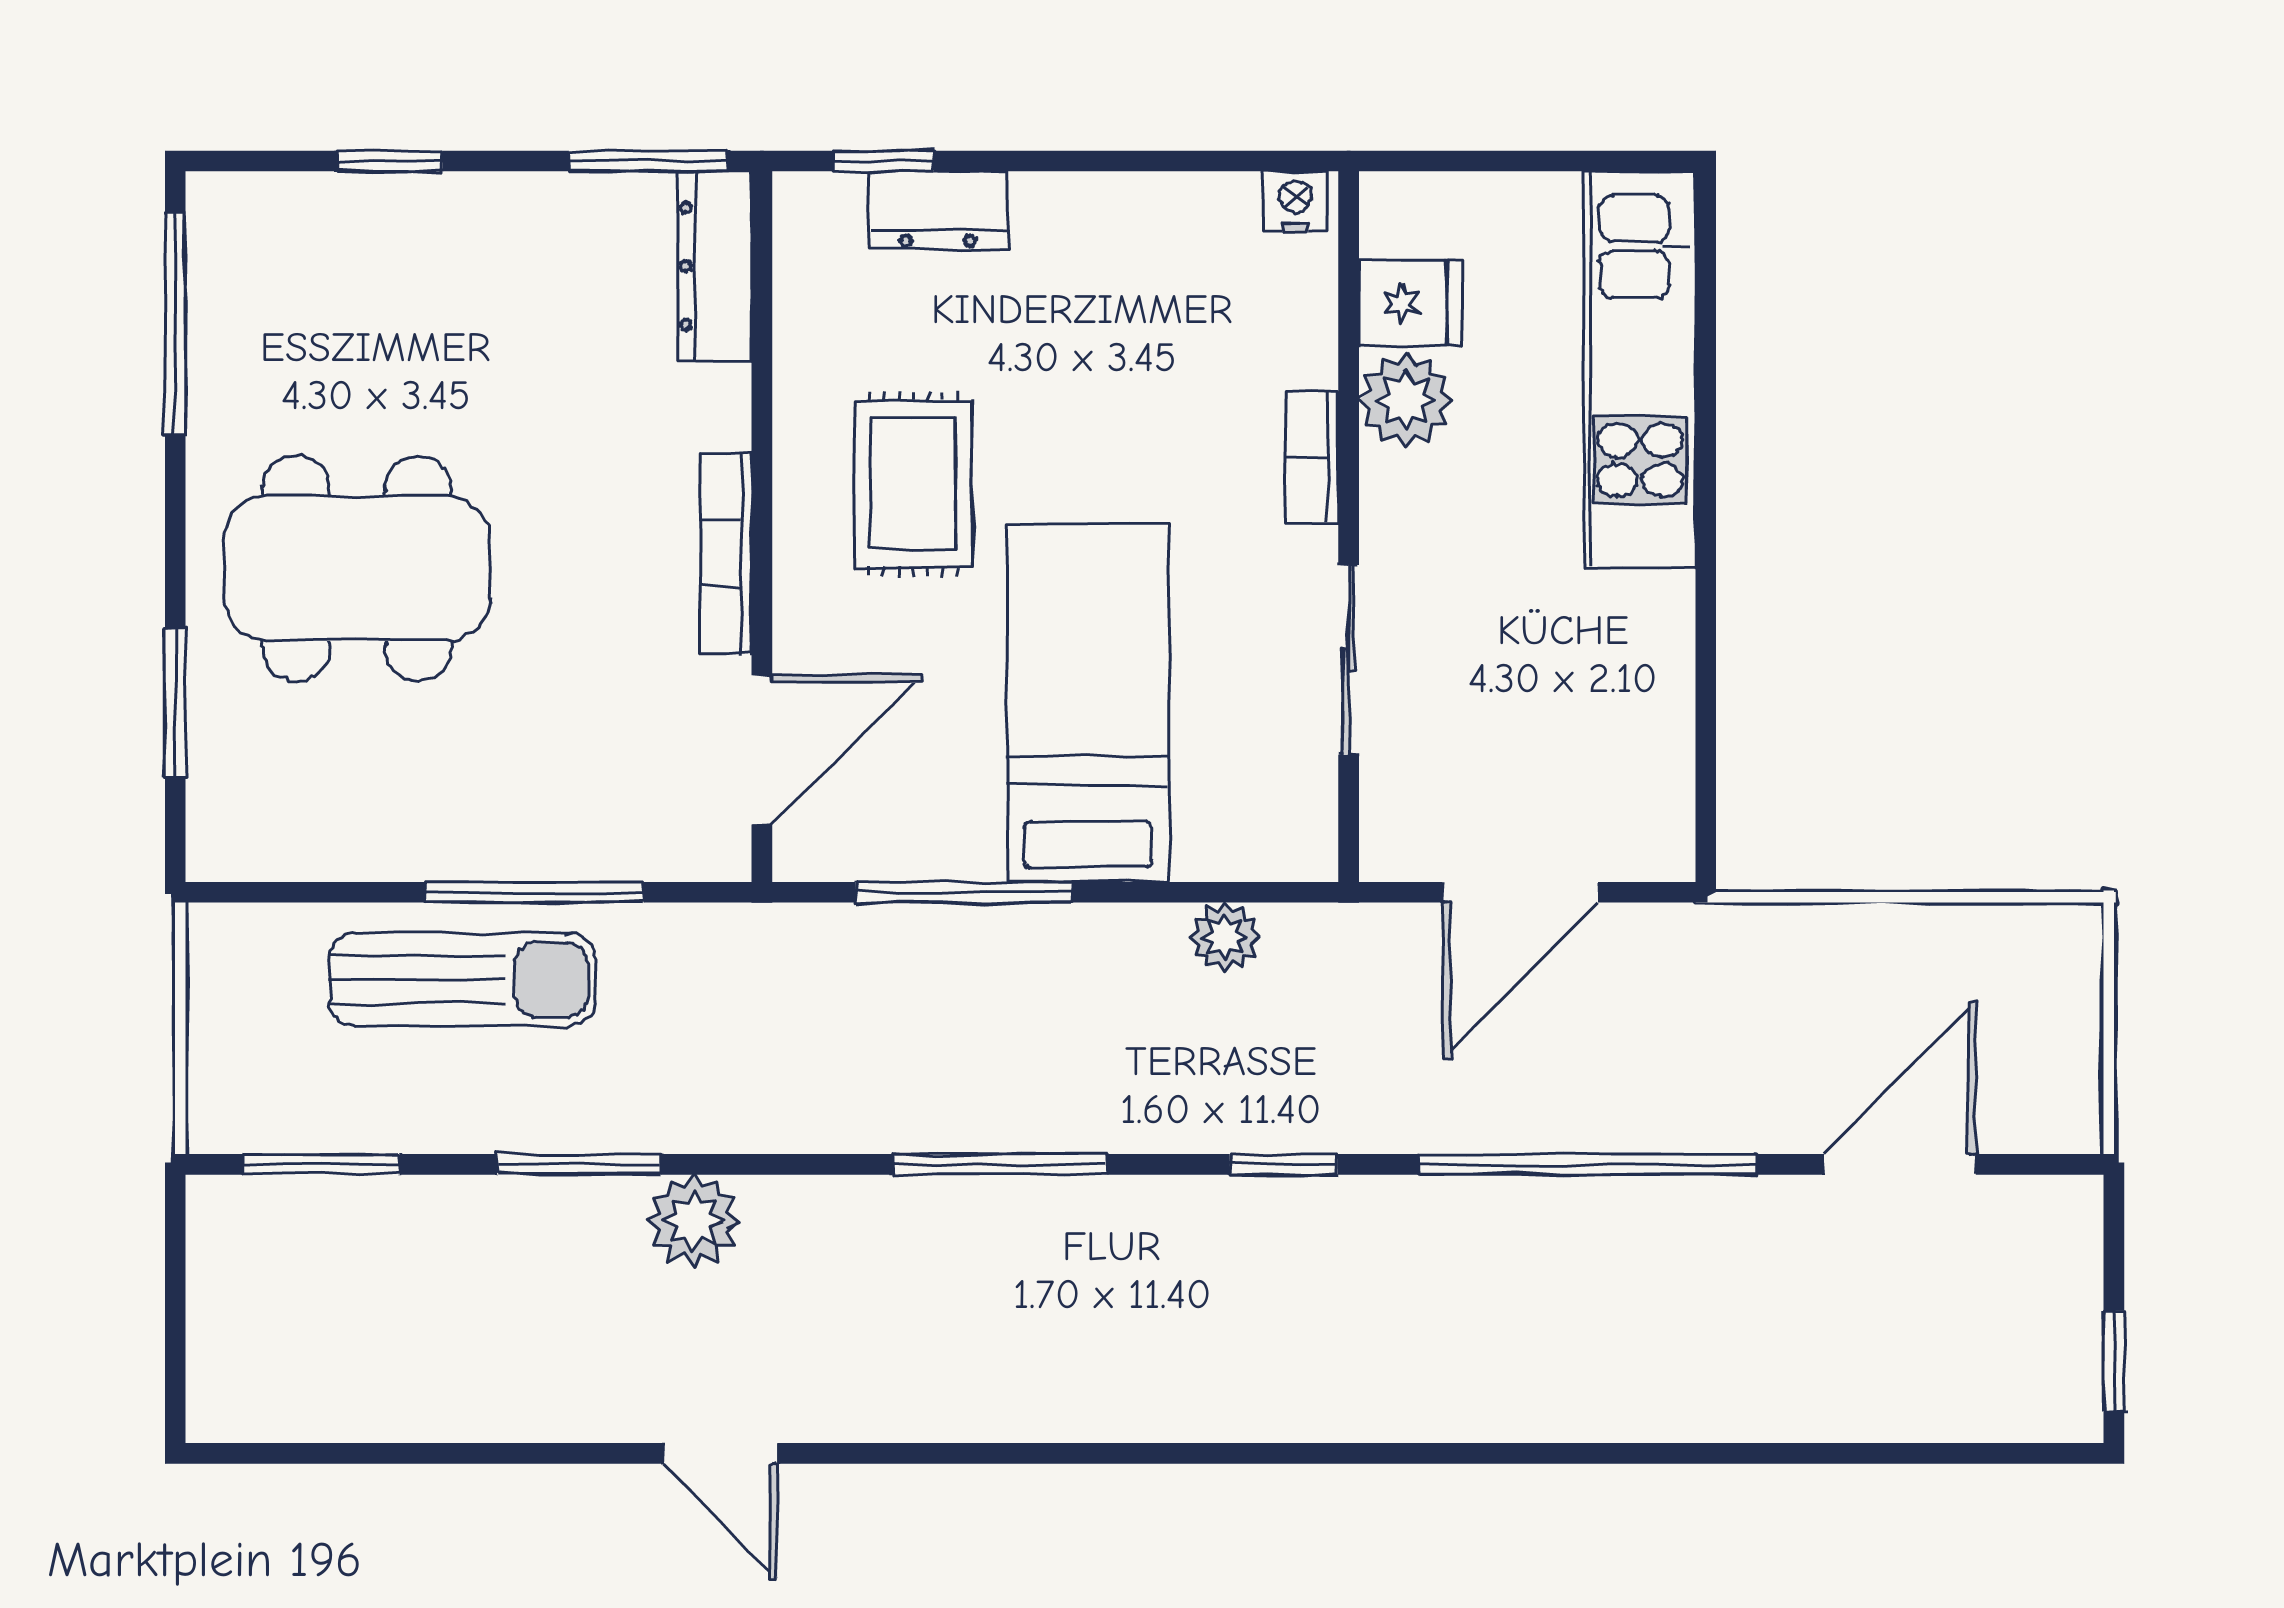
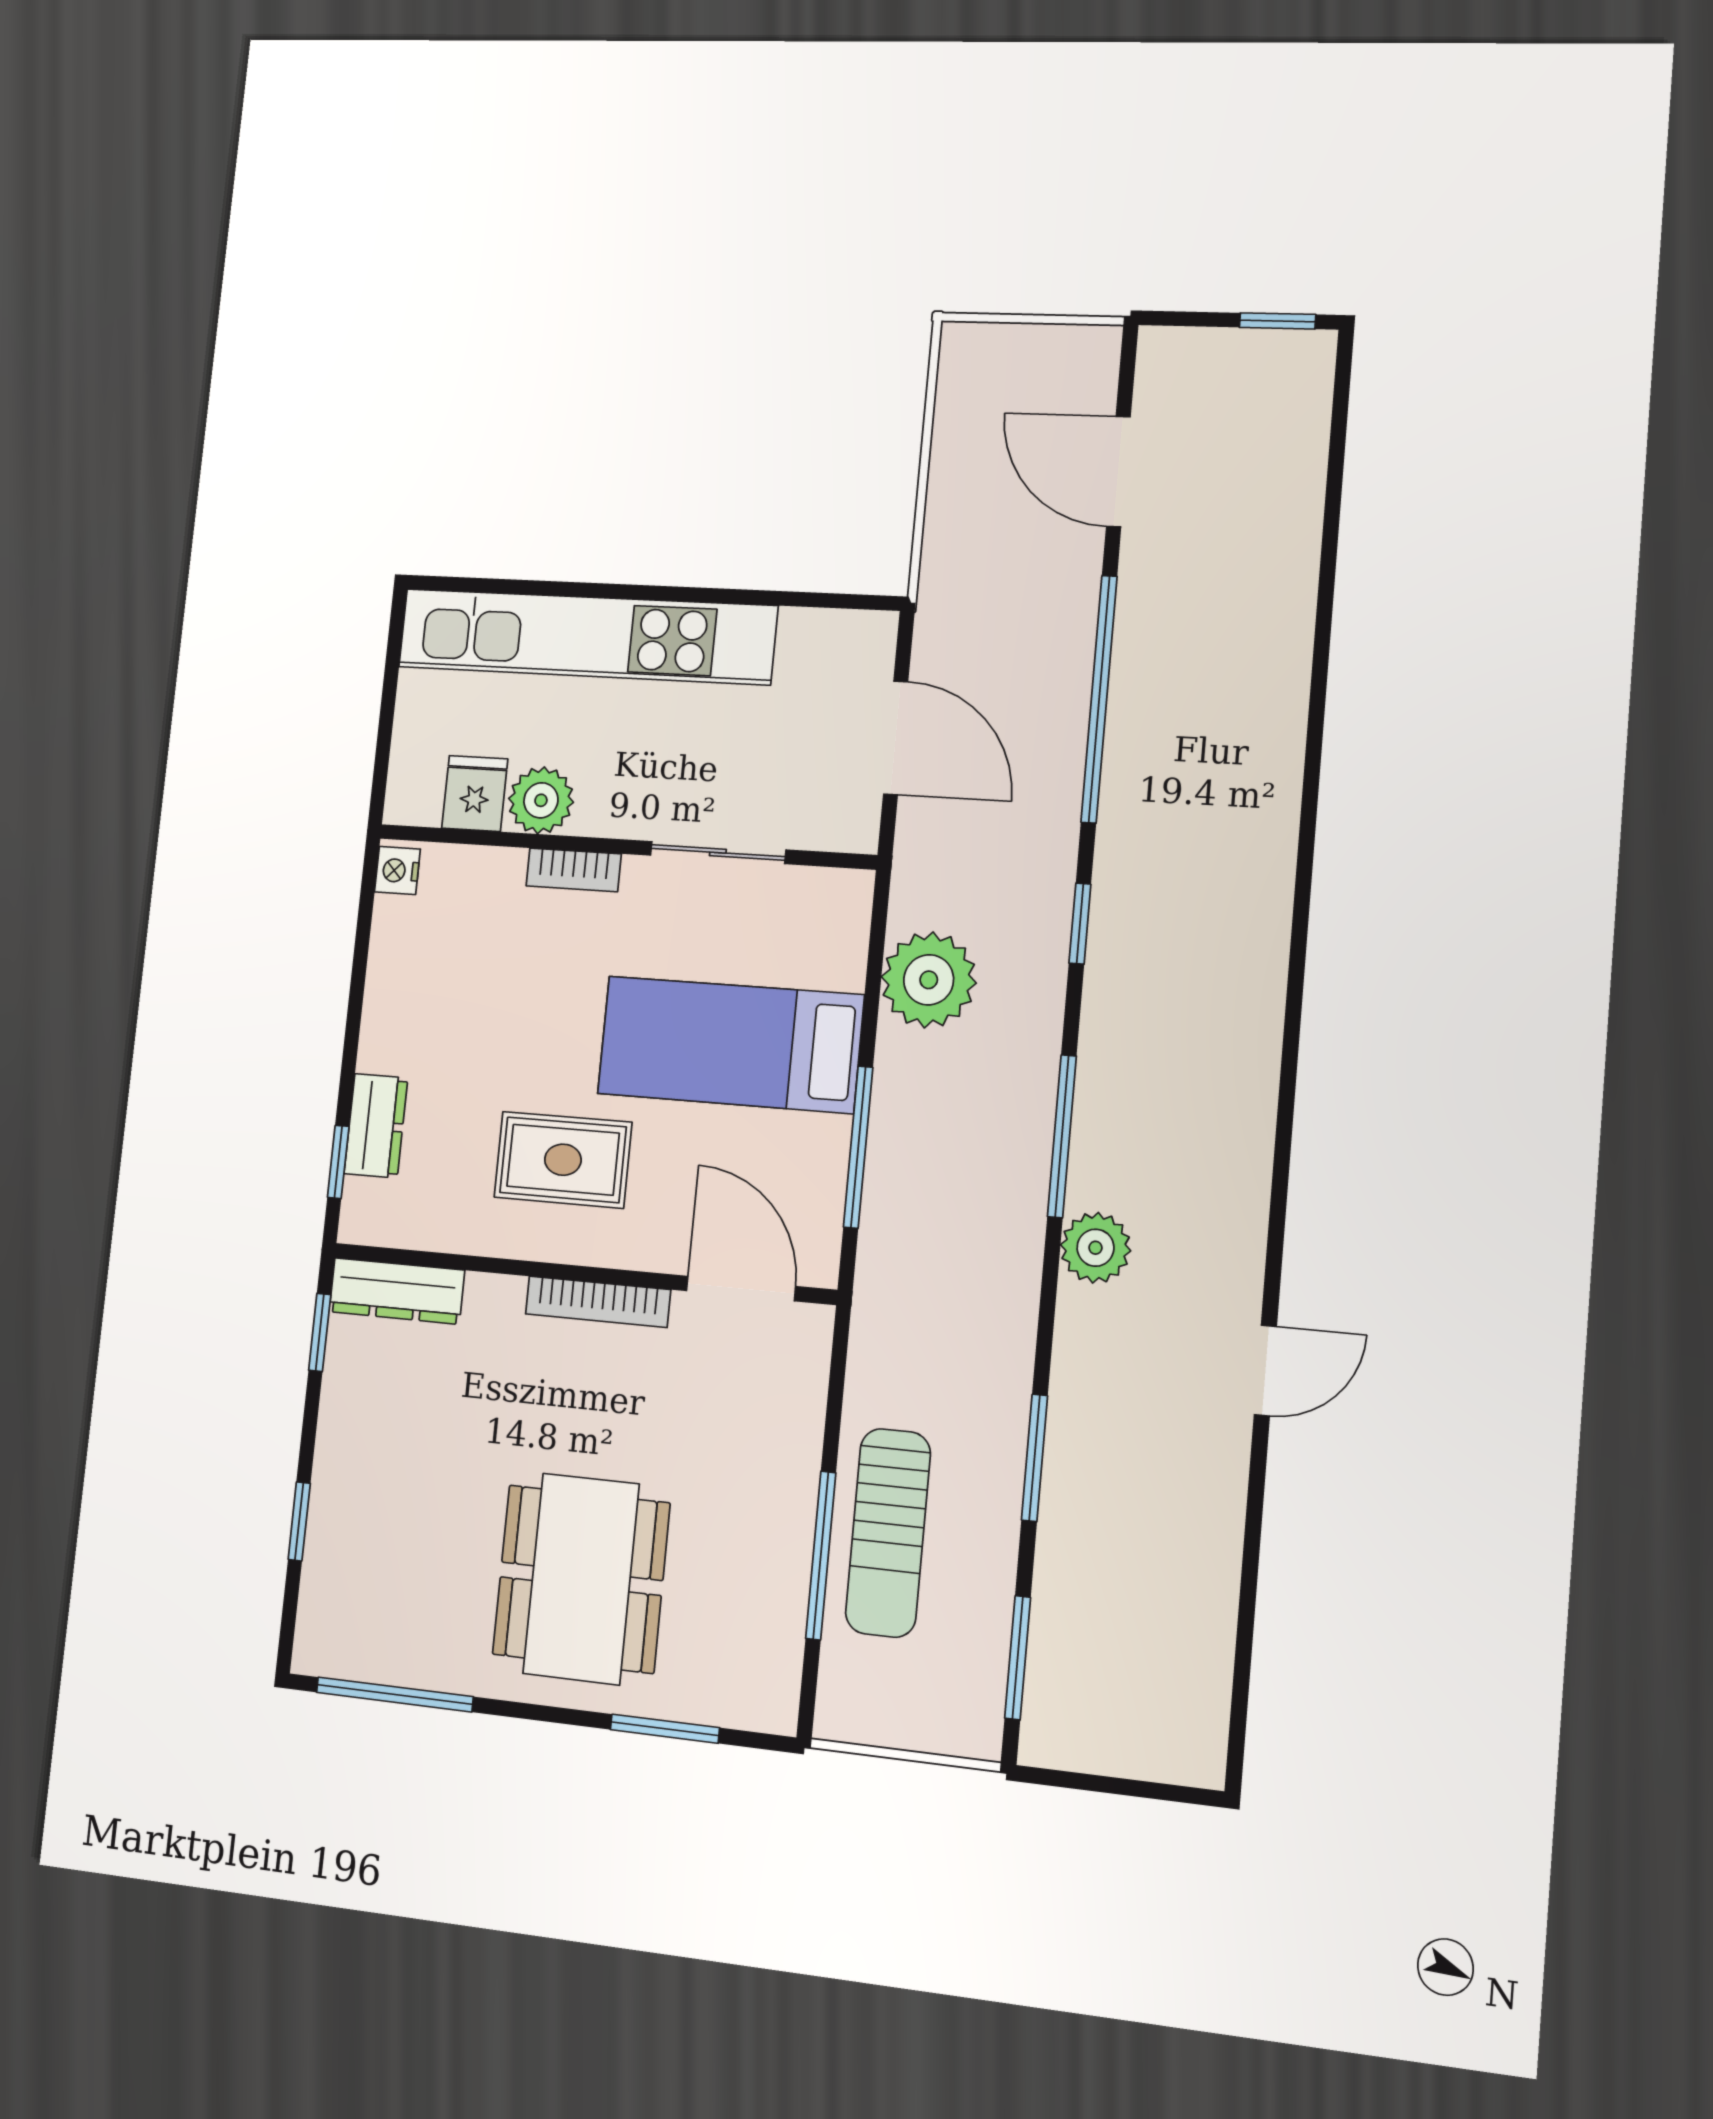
window: (648, 161) -> (320, 1332), width x0.67
kitchen unit: (1640, 369) -> (586, 637), width x1.36
window: (534, 892) -> (821, 1555), moved
plant: (1225, 937) -> (929, 980), width x1.88, depth x1.88
sun lounger: (462, 979) -> (888, 1533), turned 180
plant: (693, 1221) -> (1096, 1248), moved

